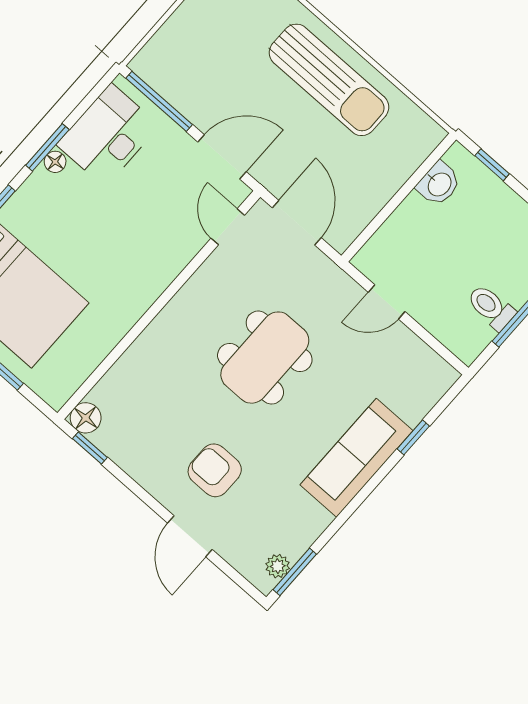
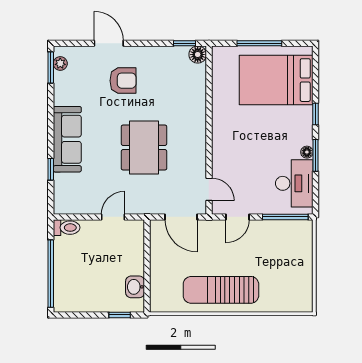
door: (222, 157) -> (238, 217), width x0.73
toilet: (491, 307) -> (67, 228), moved

